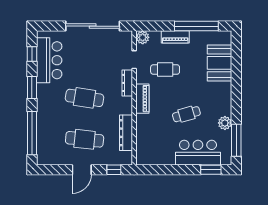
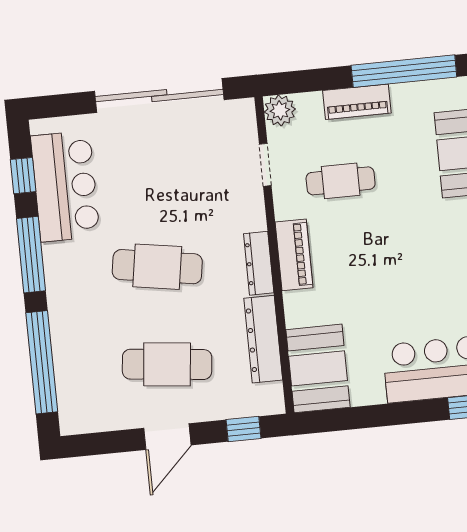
dresser: (127, 83) -> (259, 263), moved
window: (32, 88) -> (31, 255), width x1.44
cafe table: (186, 114) -> (401, 281), removed
booth: (148, 147) -> (318, 368), added

